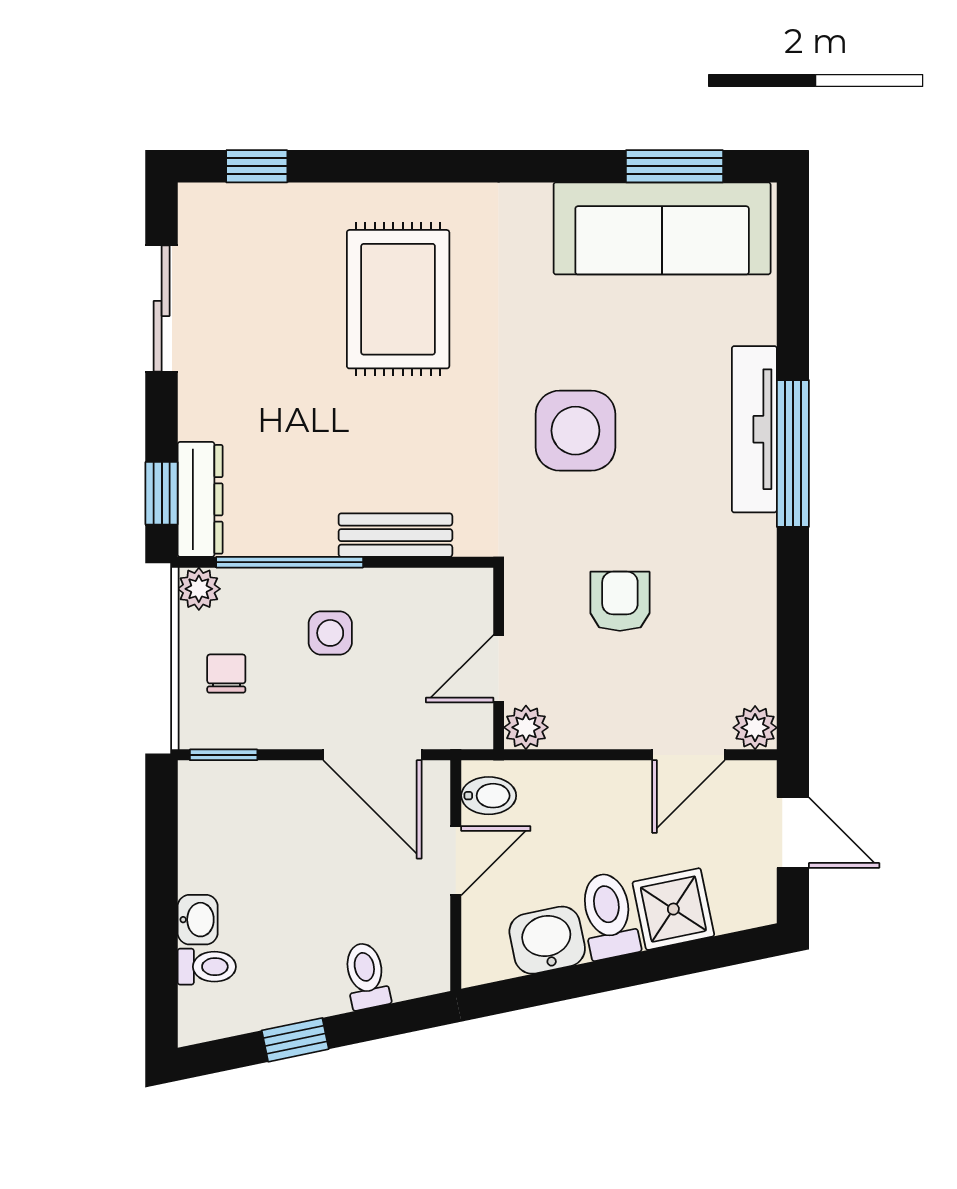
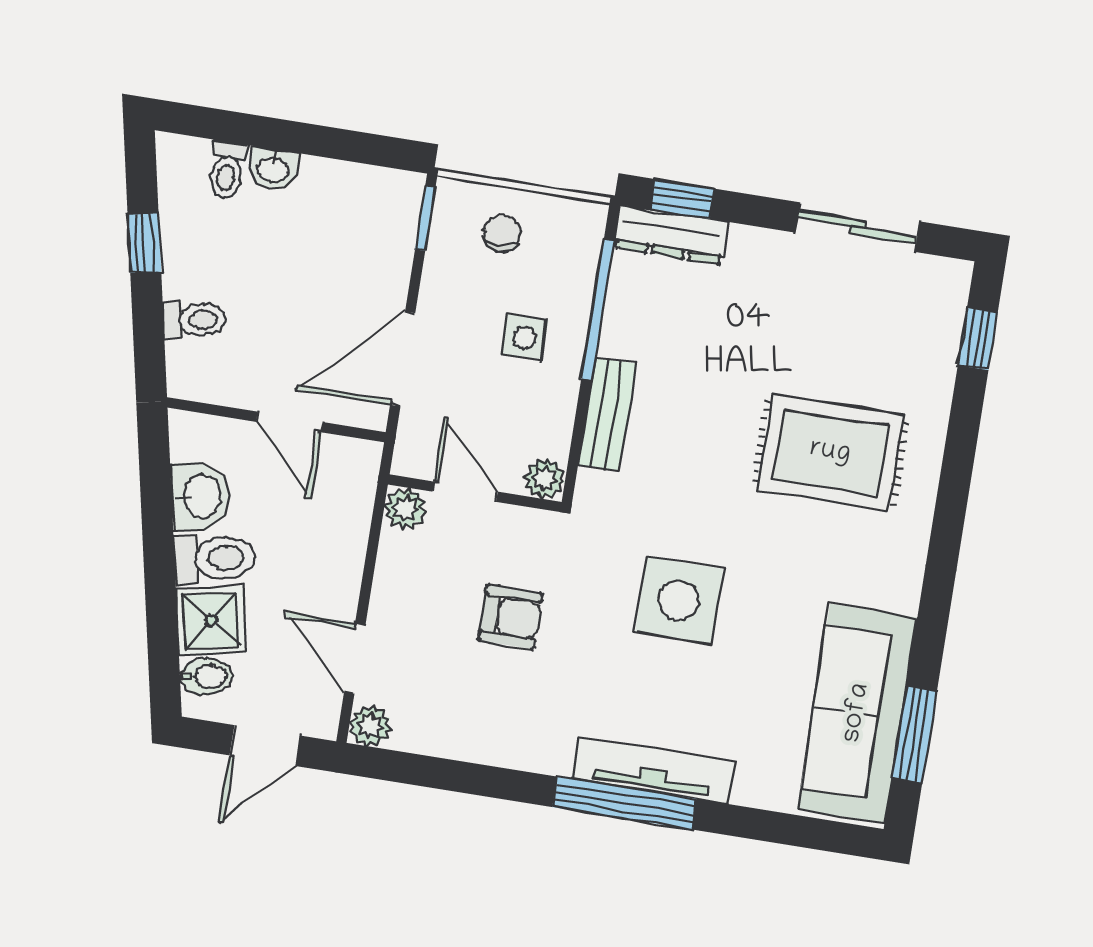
plant: (199, 589) -> (545, 479), moved
chair: (226, 674) -> (502, 233), turned -90
bidet: (489, 796) -> (206, 677), moved, turned -102

